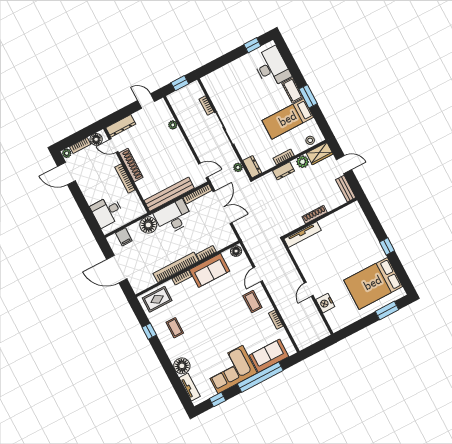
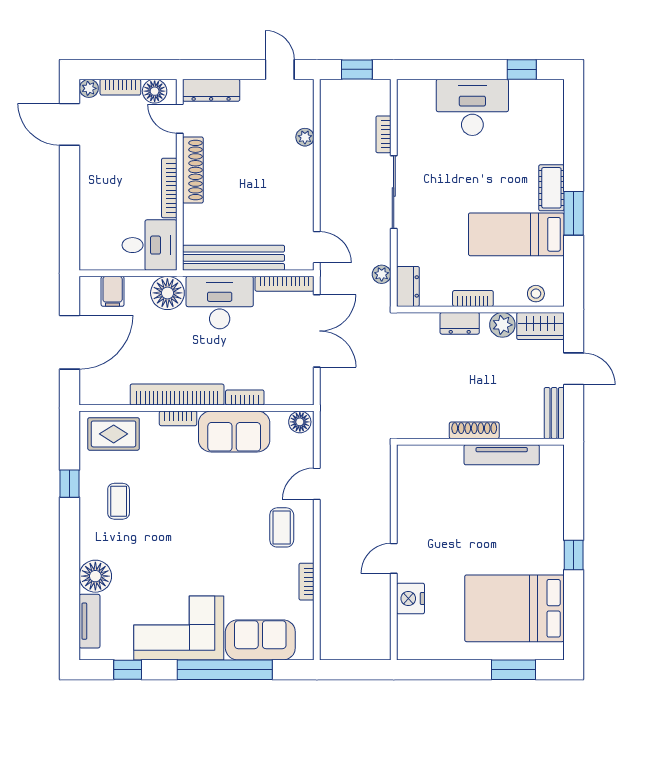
desk: (272, 67) -> (472, 107), moved, turned -90
desk: (107, 211) -> (149, 245), moved, turned 180
tv unit: (303, 235) -> (502, 455), moved
door: (117, 269) -> (70, 342), swing flipped

